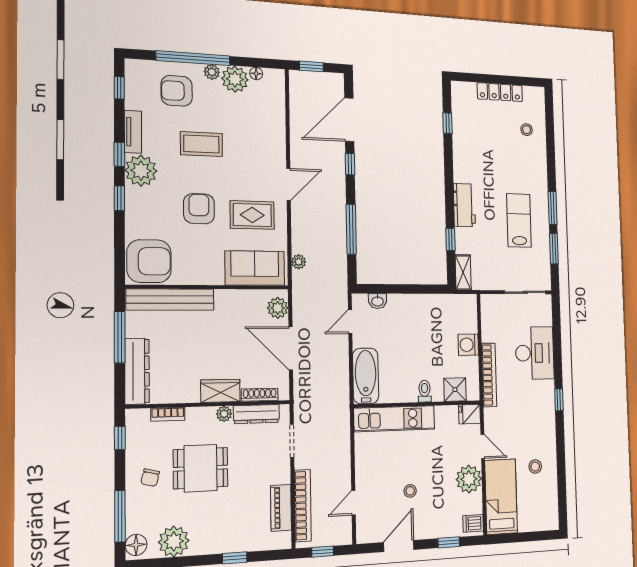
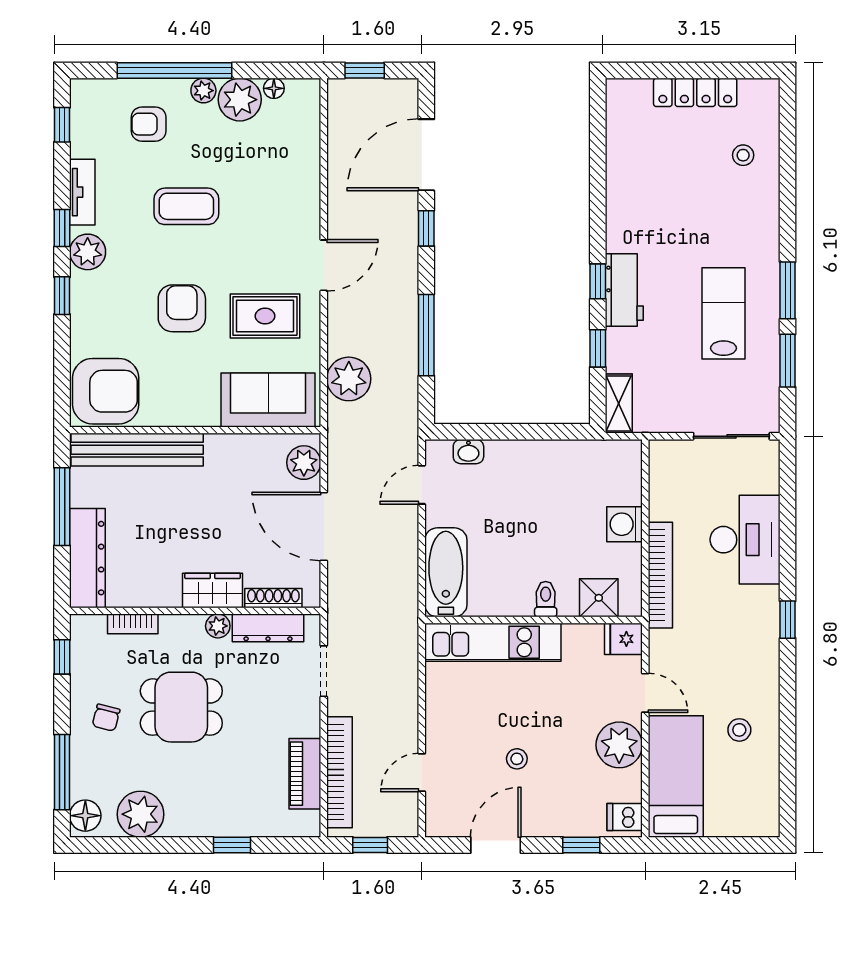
armchair: (177, 91) -> (149, 124), width x0.72, depth x0.72
window: (447, 123) -> (598, 281), moved
plant: (141, 171) -> (88, 252), width x0.73, depth x0.73
plant: (299, 262) -> (349, 379), width x1.88, depth x1.88

